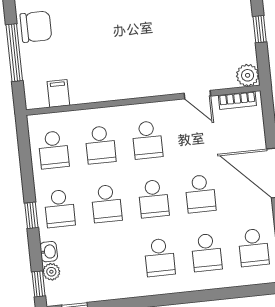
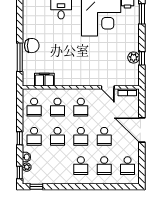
plant: (248, 75) -> (134, 58), moved
filing cabinet: (58, 93) -> (44, 80), width x2.00

